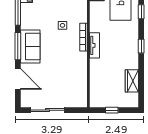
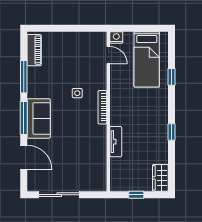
tv unit: (95, 45) -> (116, 142), moved
window: (141, 46) -> (171, 132), moved
wardrobe: (132, 81) -> (160, 178), moved

